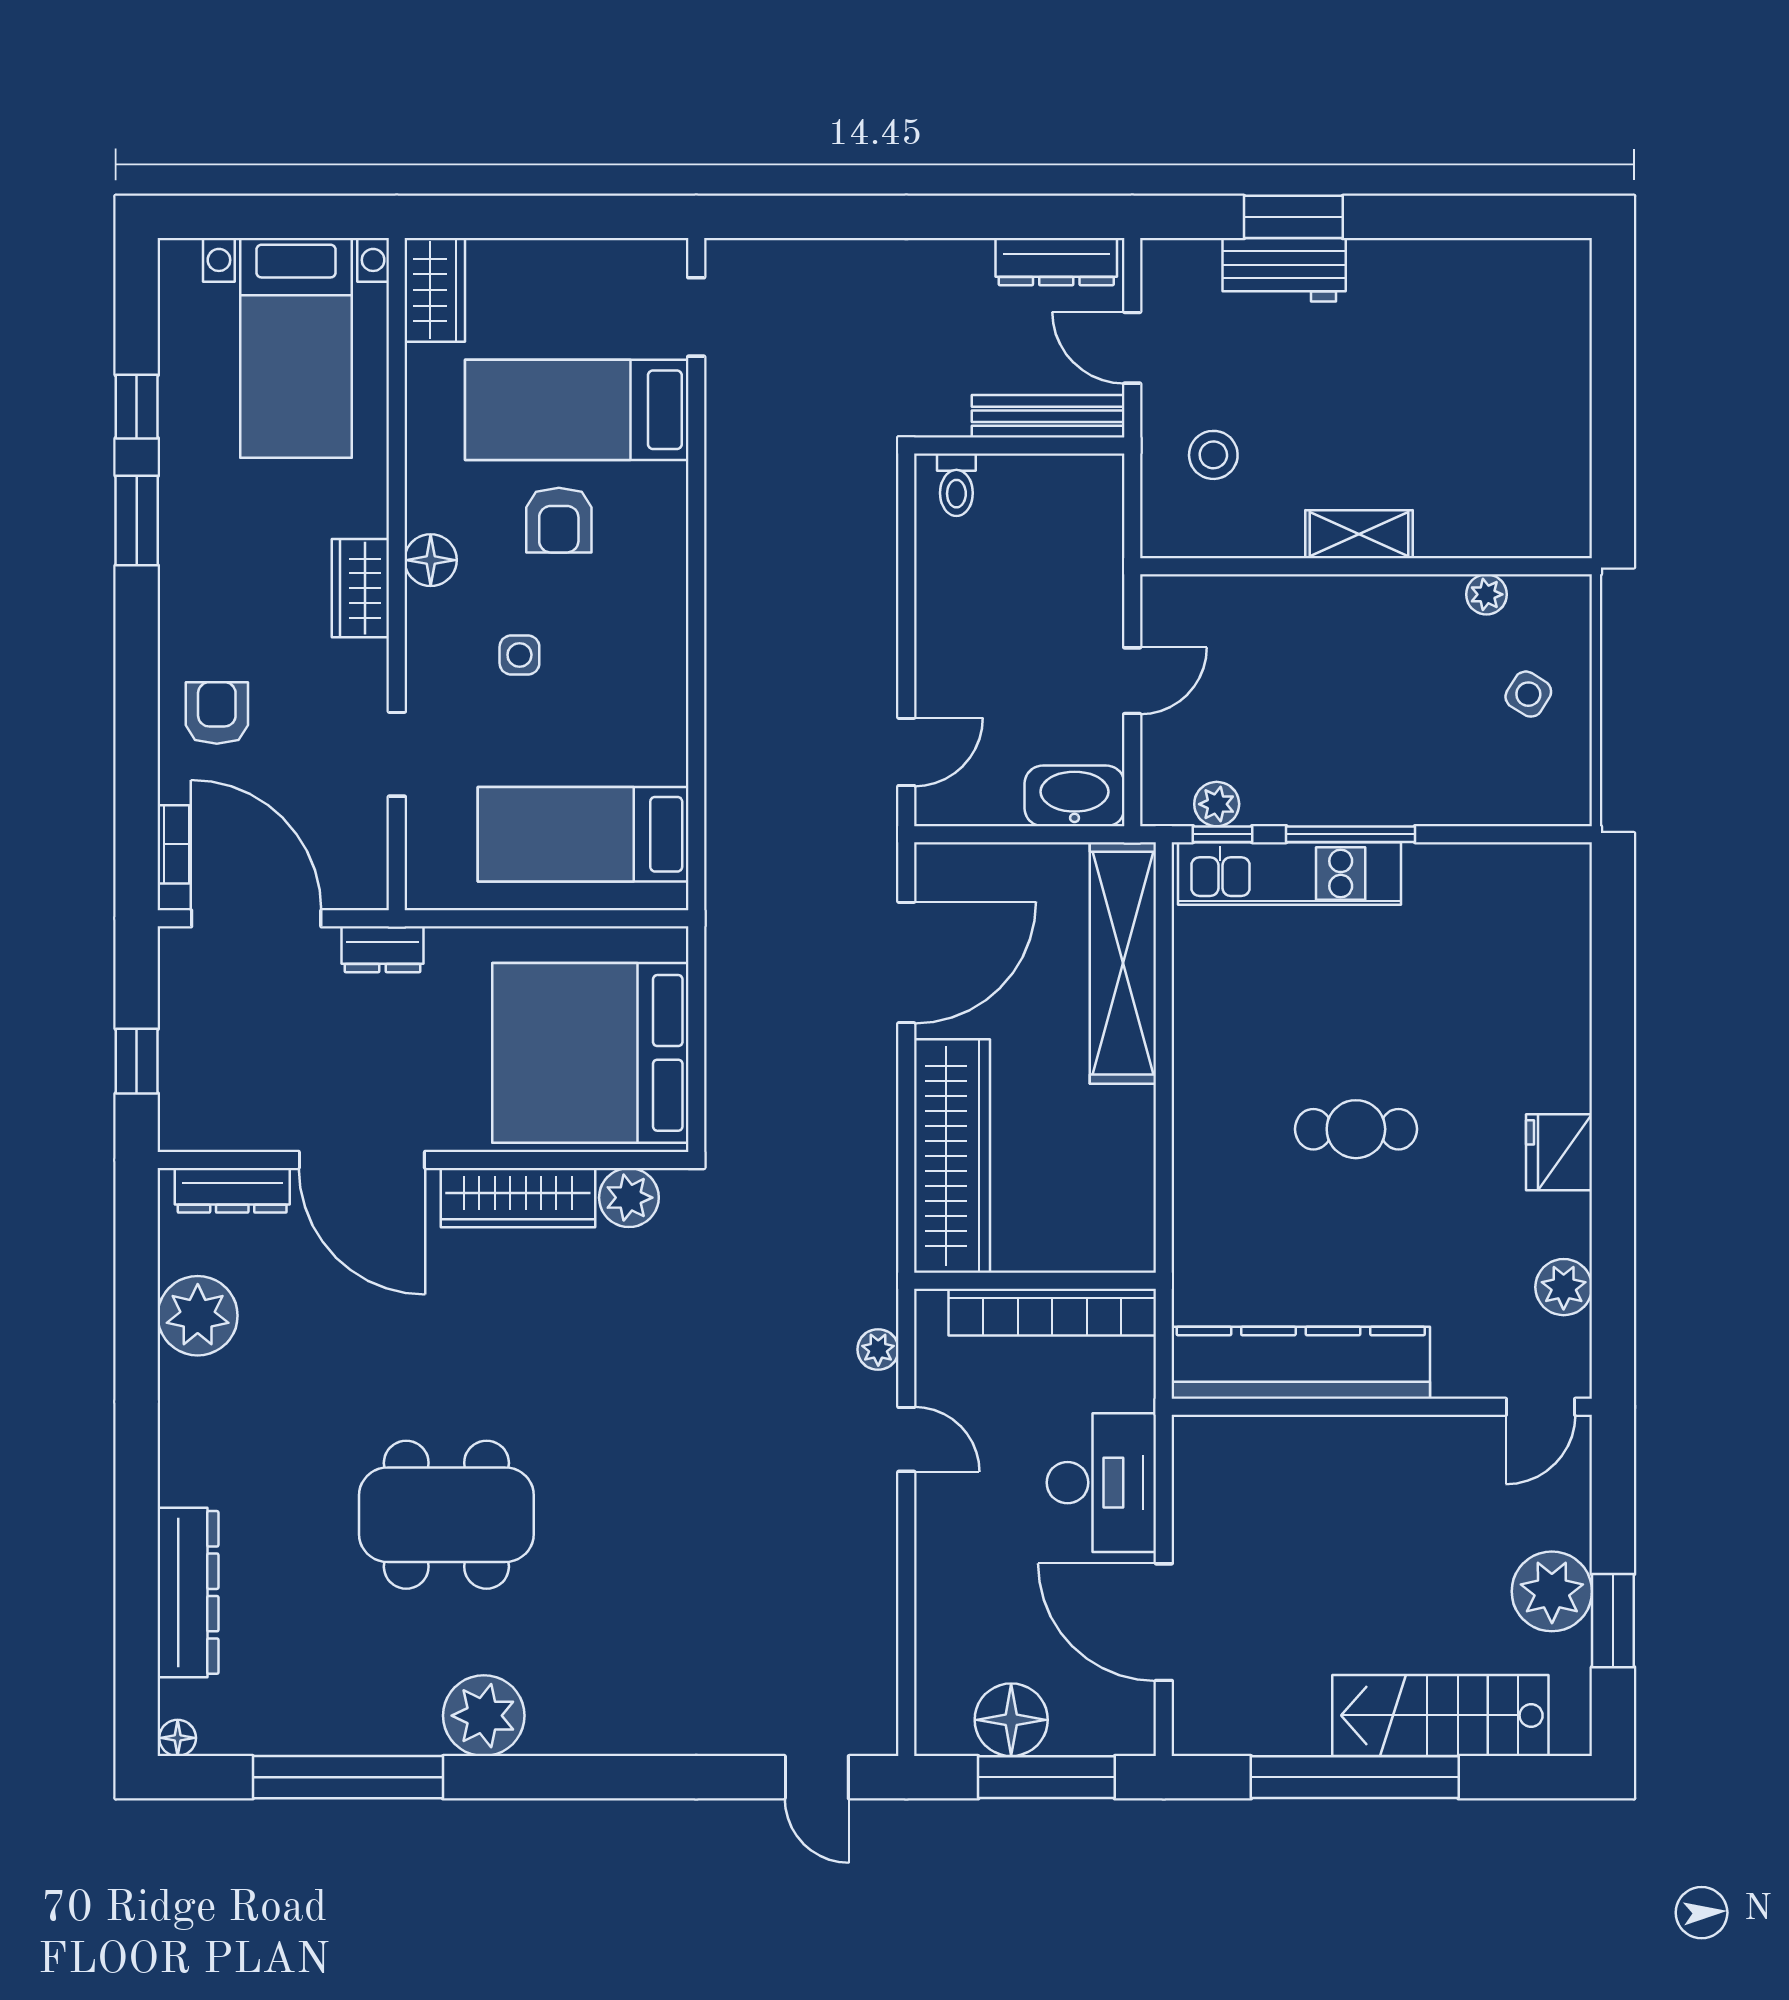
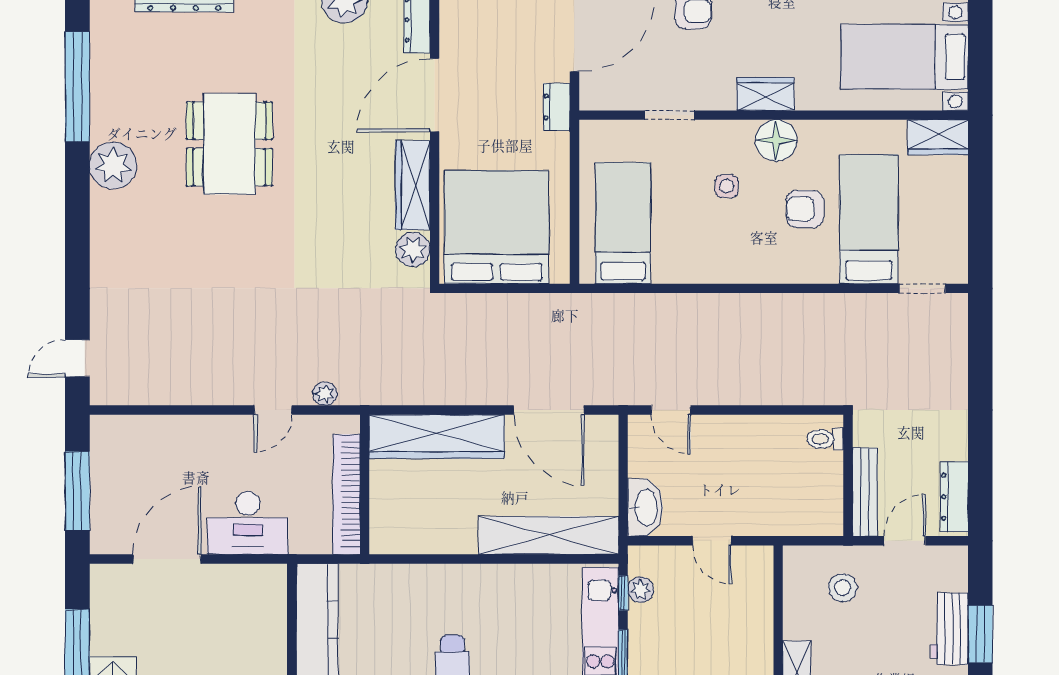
floor lamp: (431, 560) -> (776, 140), width x1.38, depth x1.38
floor lamp: (1011, 1720) -> (111, 471), removed

